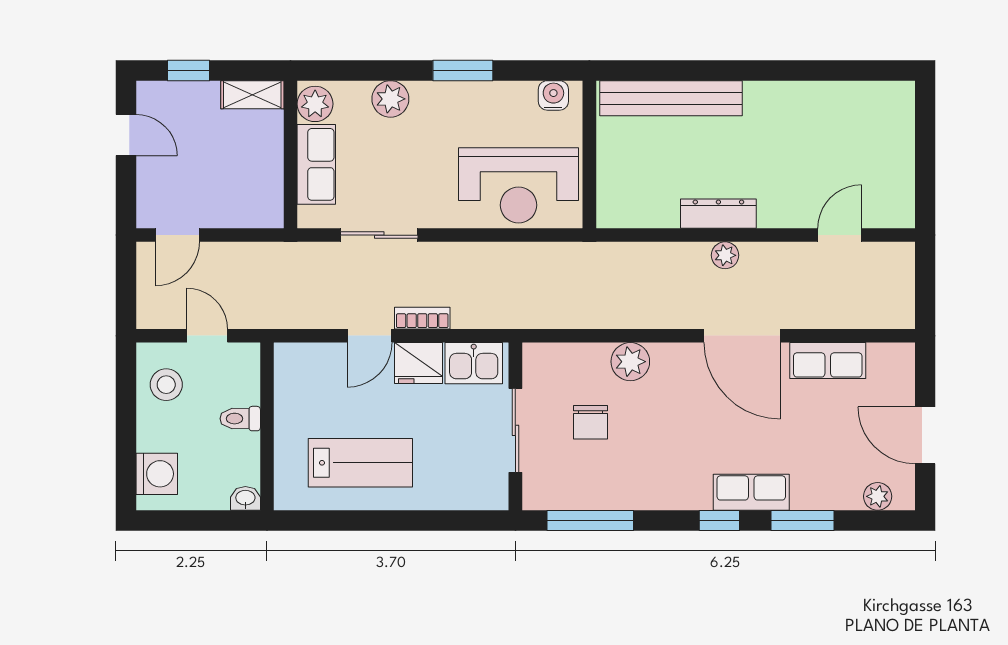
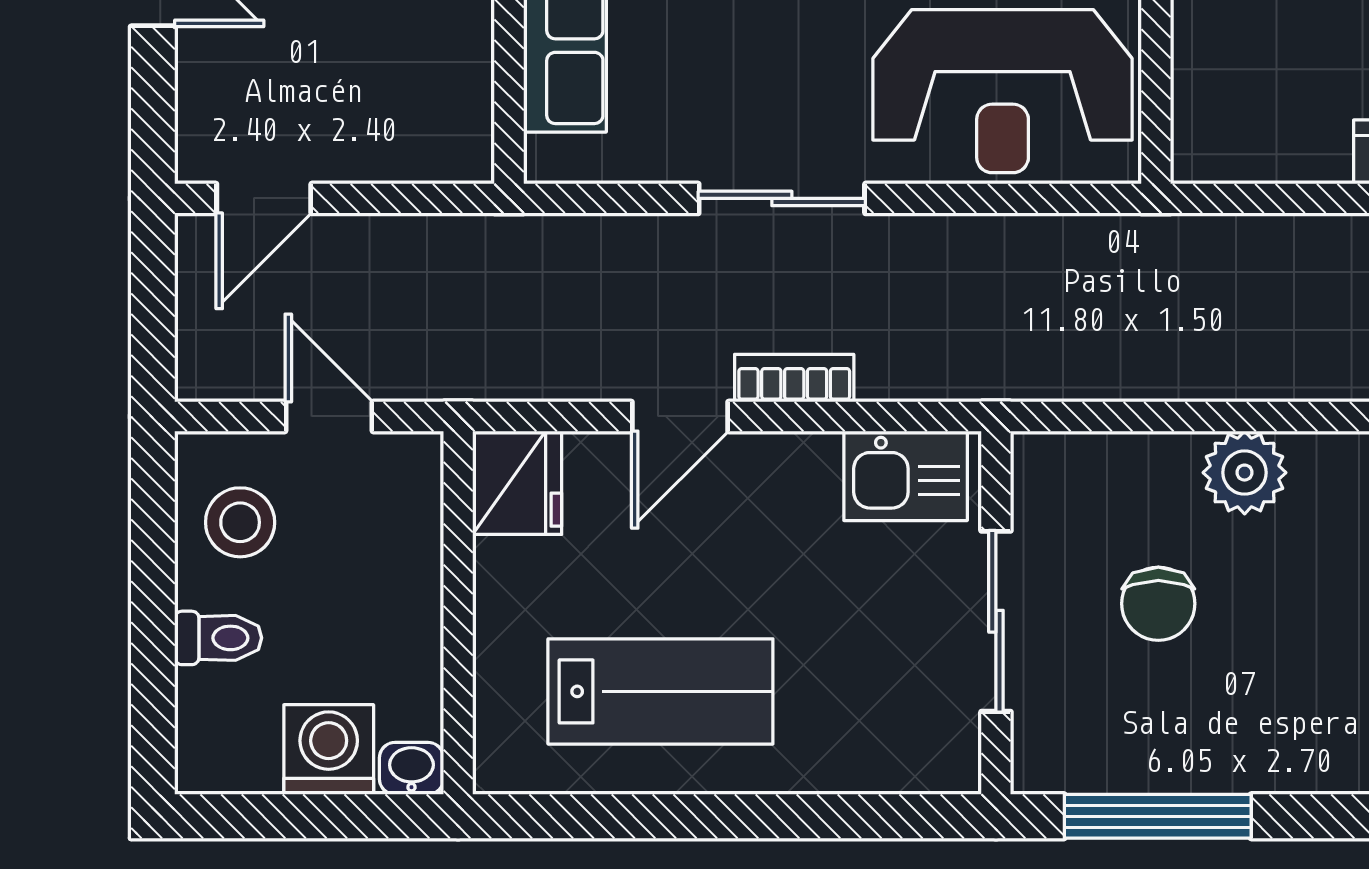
sliding door: (379, 235) -> (782, 198), moved
fridge: (419, 363) -> (517, 483), moved, turned -90
toilet: (240, 419) -> (218, 638), moved, turned 180
washing machine: (157, 474) -> (329, 750), moved, turned -90

